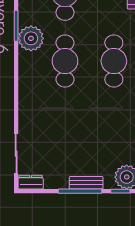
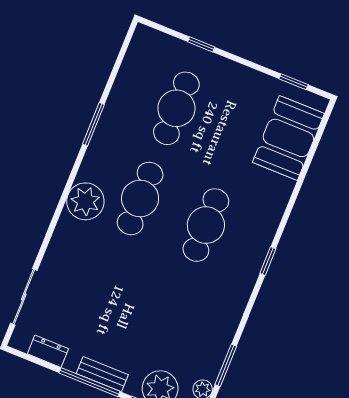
plant: (31, 38) -> (85, 201), moved
dresser: (31, 182) -> (48, 351), moved

